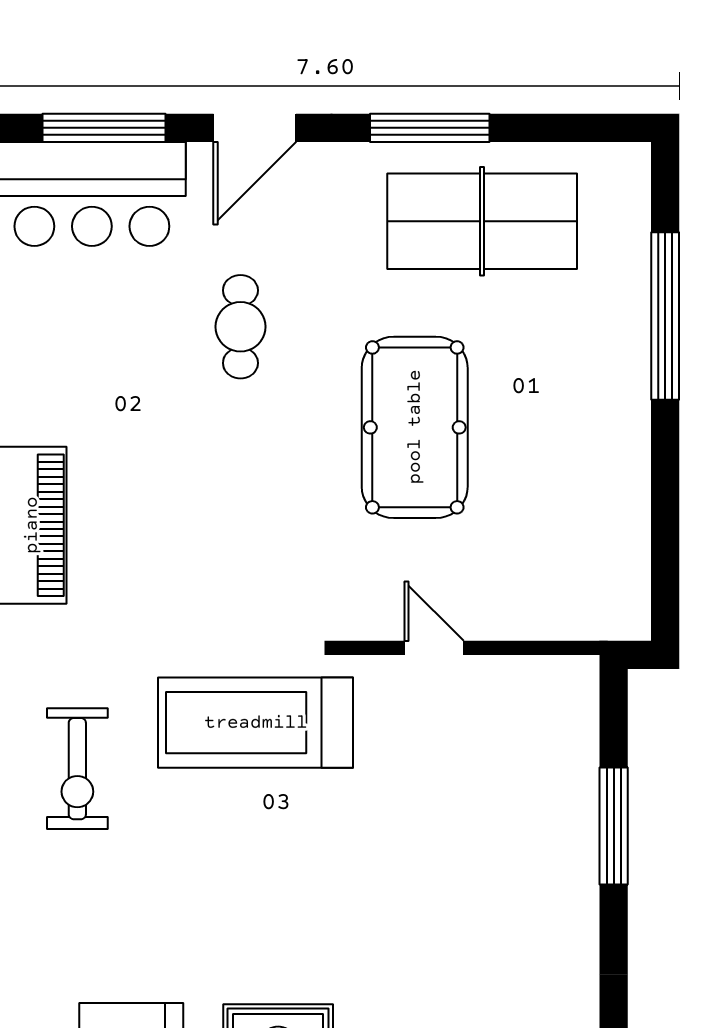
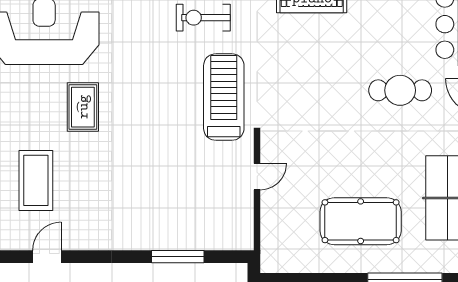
cafe table: (240, 327) -> (400, 90), width x1.37, depth x1.35
pool table: (415, 427) -> (361, 221), moved

